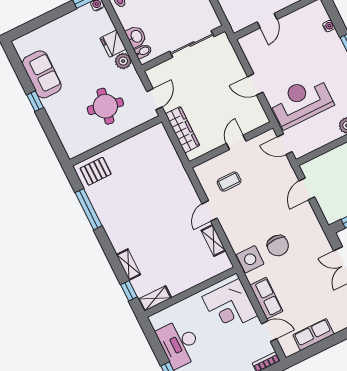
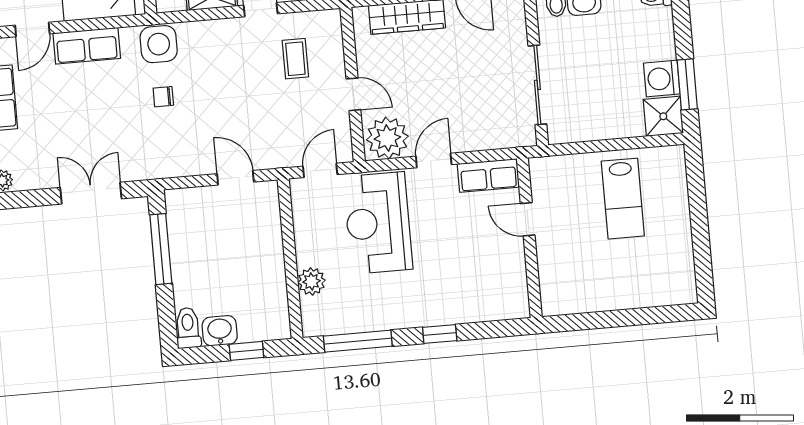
water cooler: (329, 26) -> (481, 314), removed
row of seats: (252, 51) -> (488, 175), added
reception desk: (301, 102) -> (378, 223), turned 180
plant: (253, 114) -> (387, 138), added
chair: (278, 246) -> (163, 97), width x0.54, depth x0.54

